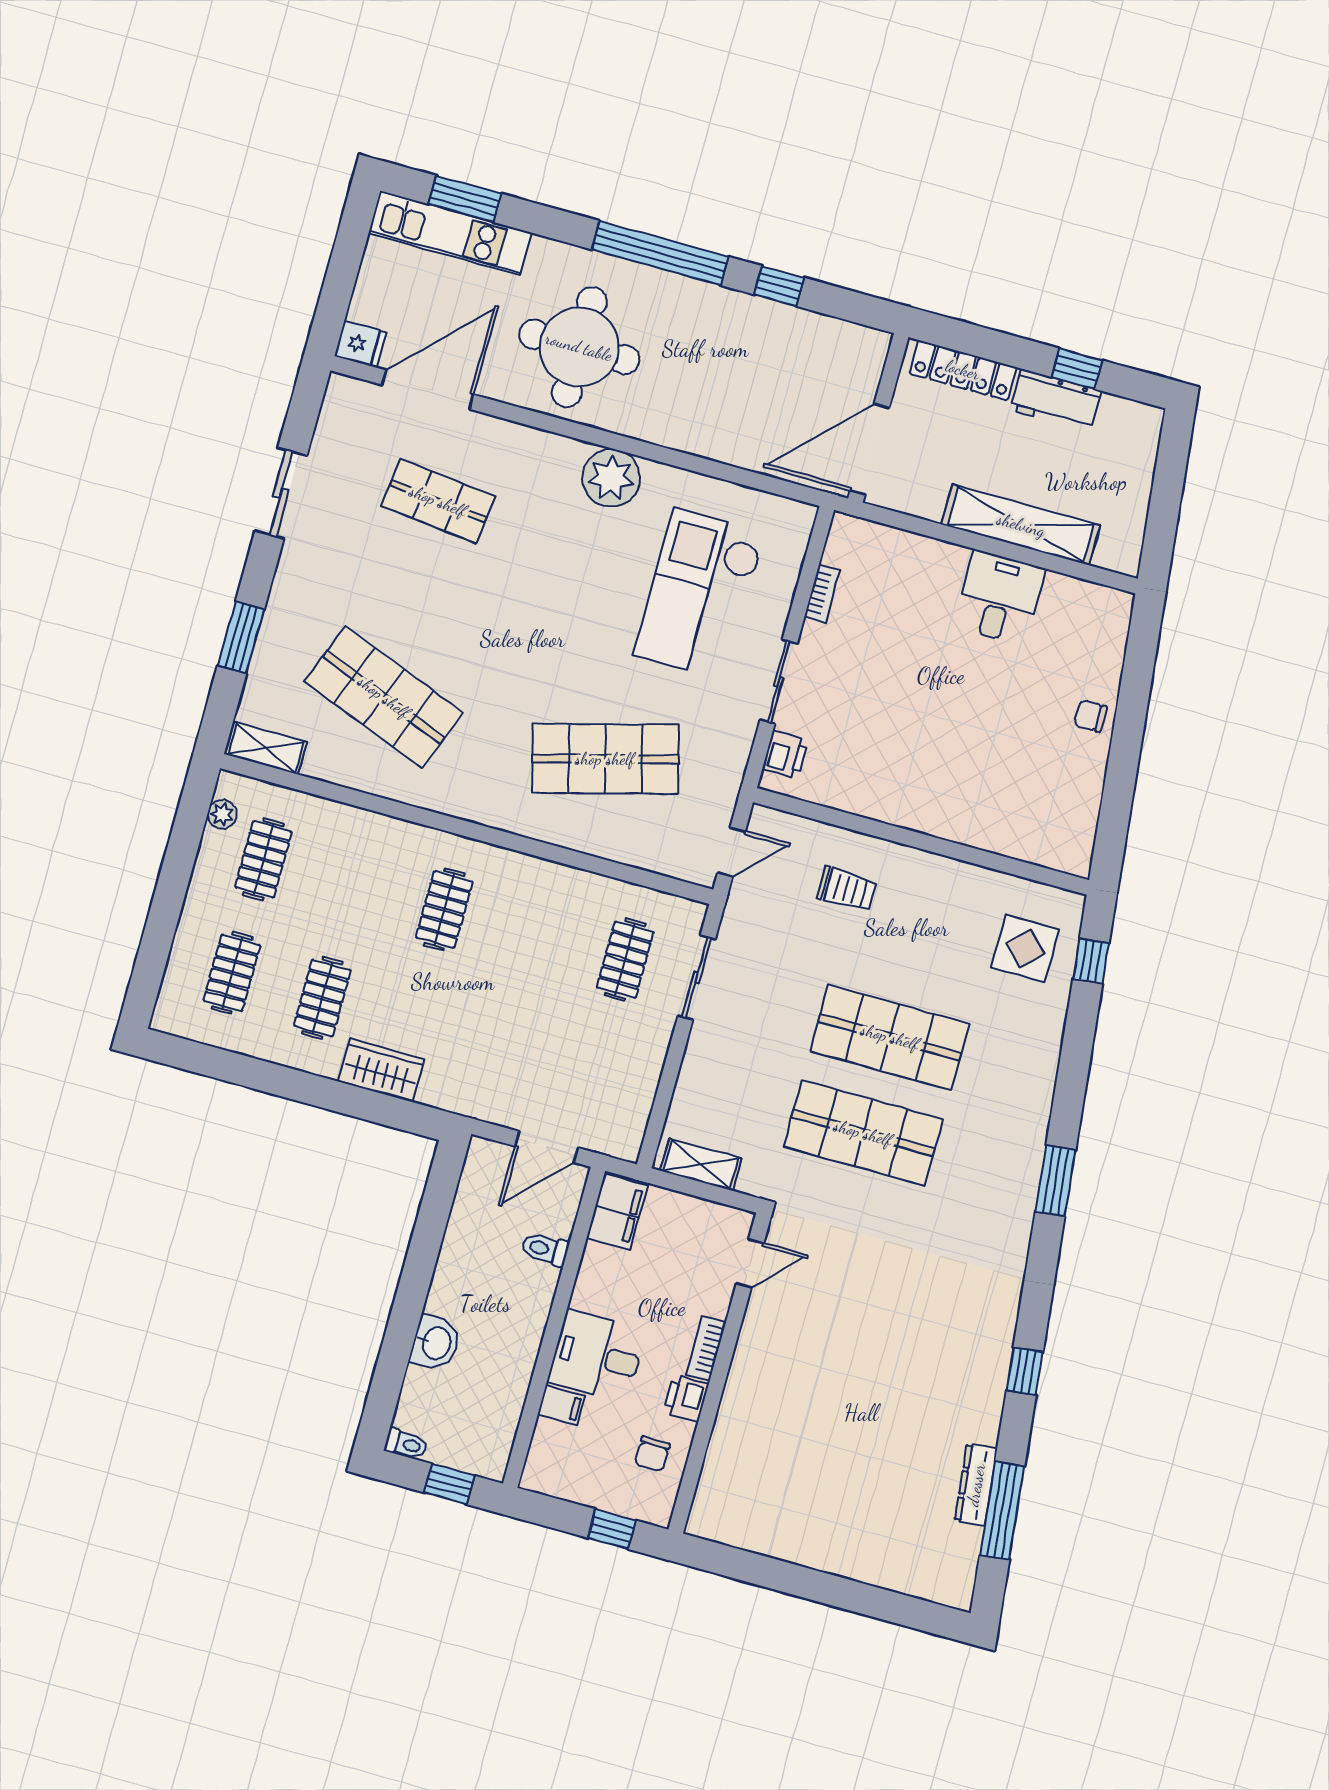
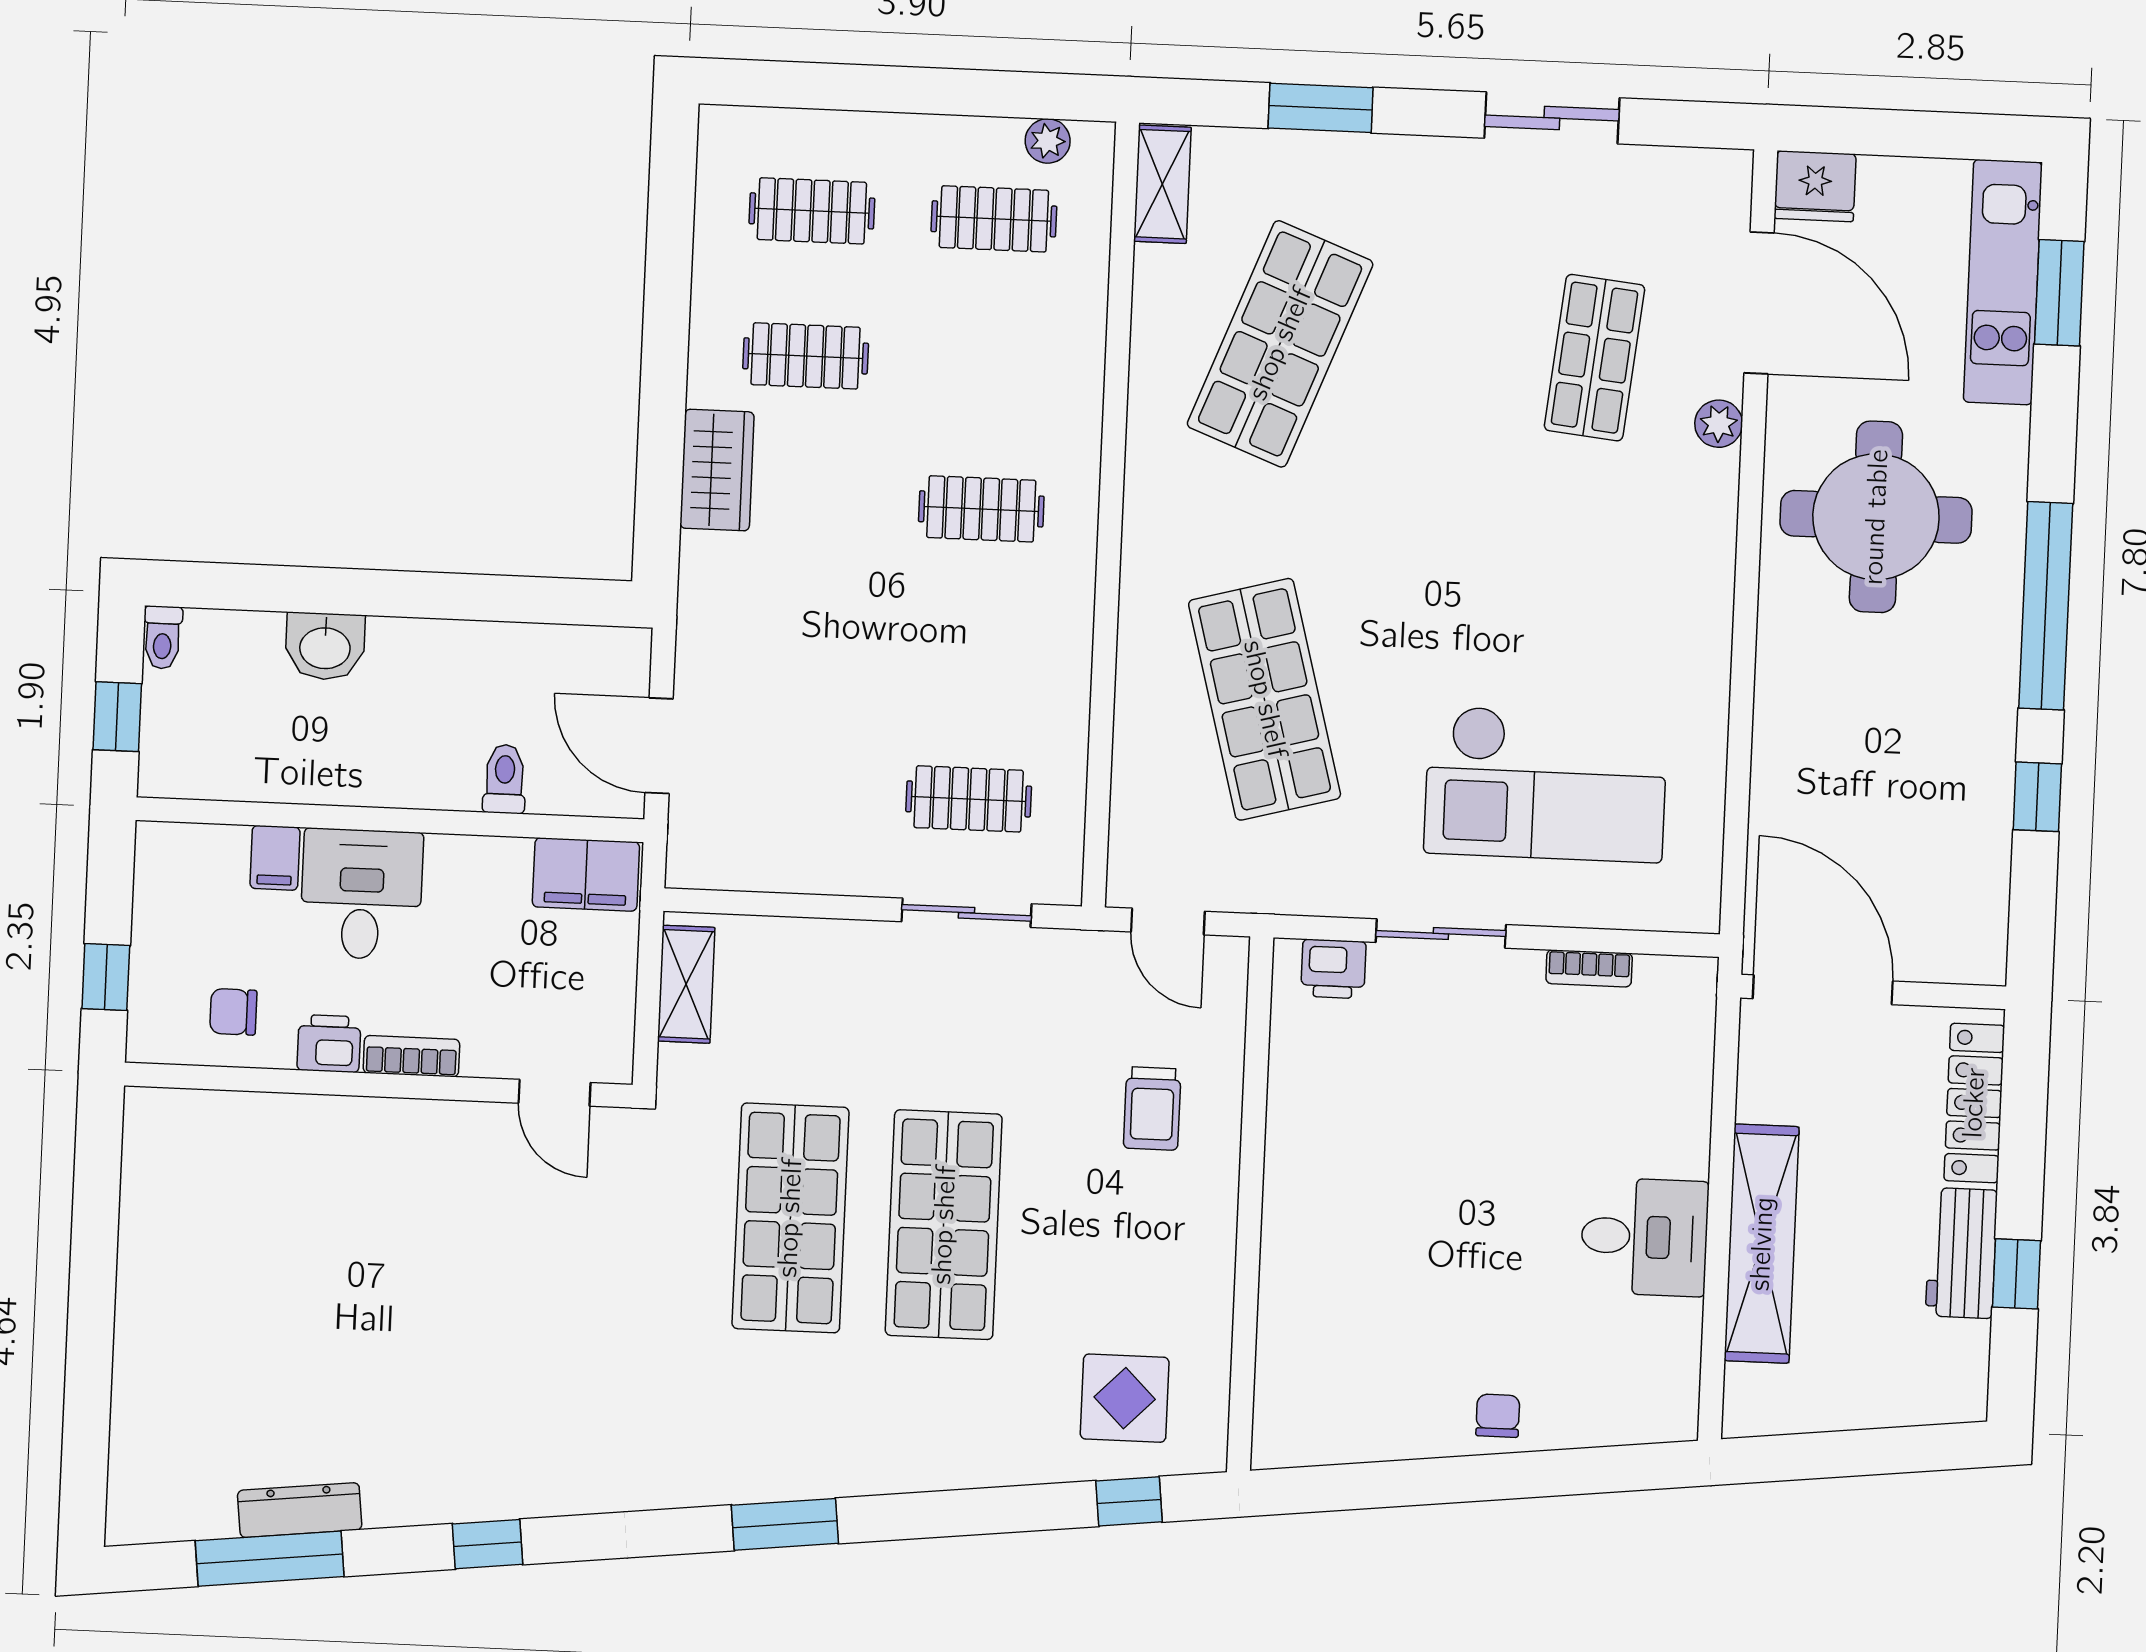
fridge: (360, 344) -> (1815, 186), width x1.38
plant: (611, 478) -> (1719, 424), moved, width x0.53, depth x0.53
checkout: (700, 594) -> (1546, 784), turned 180

